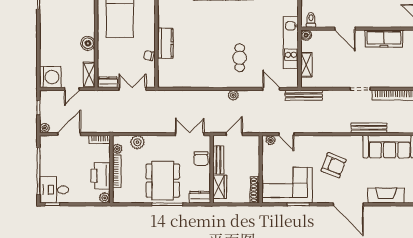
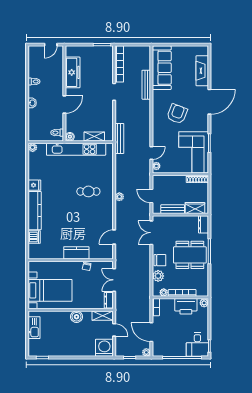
kitchen unit: (291, 43) -> (76, 149), width x1.36
door: (271, 89) -> (114, 237), moved
chair: (201, 159) -> (160, 260), moved

